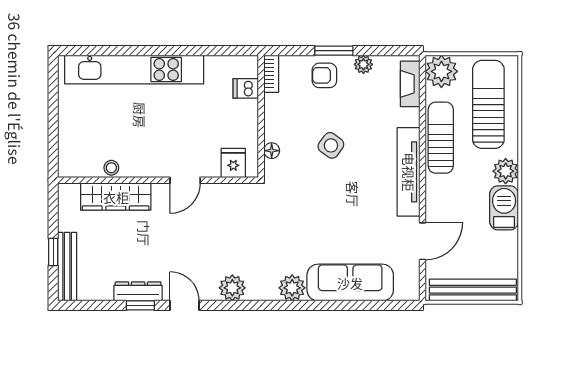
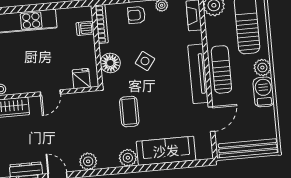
bookcase: (271, 74) -> (102, 24), width x1.56
sun lounger: (441, 138) -> (221, 69), moved
floor lamp: (272, 151) -> (110, 63), width x1.89, depth x1.89
coffee table: (301, 219) -> (129, 112), added

